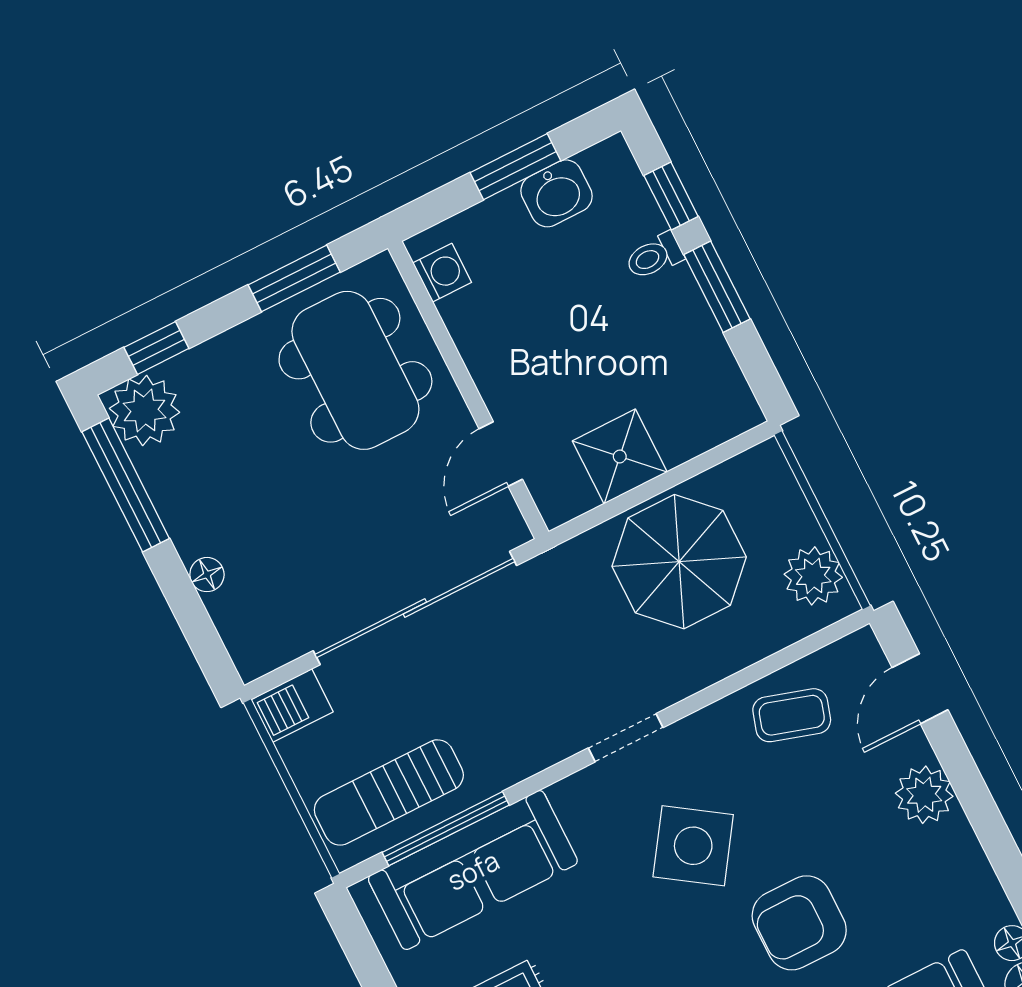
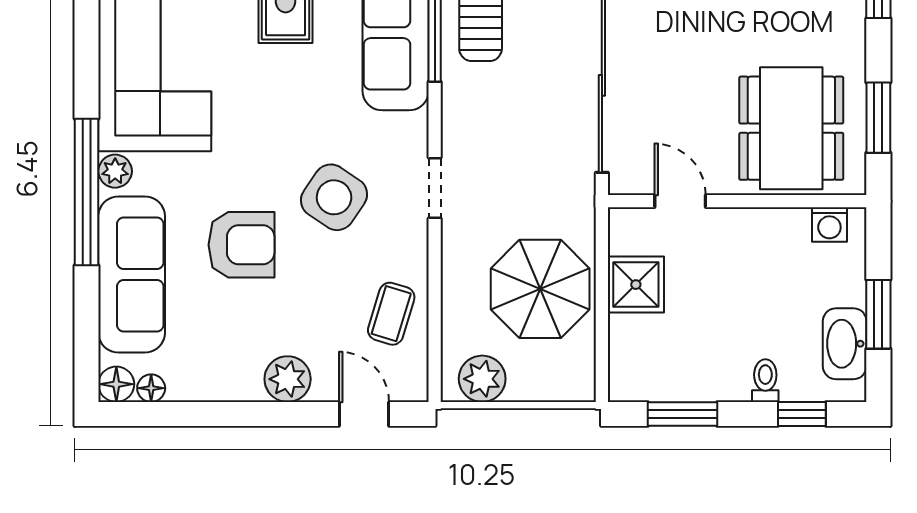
washbasin: (557, 193) -> (845, 344), width x1.38
window: (717, 287) -> (682, 414), moved
dining table: (355, 370) -> (791, 128), turned 90
armchair: (799, 923) -> (242, 245), turned 90

